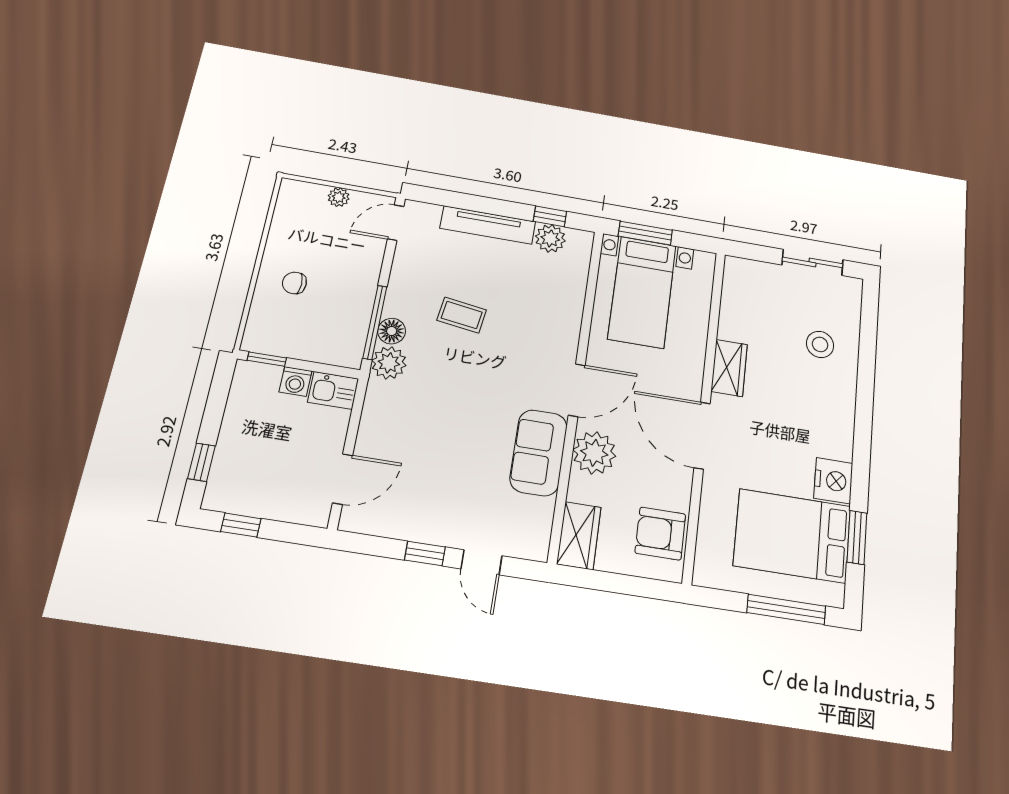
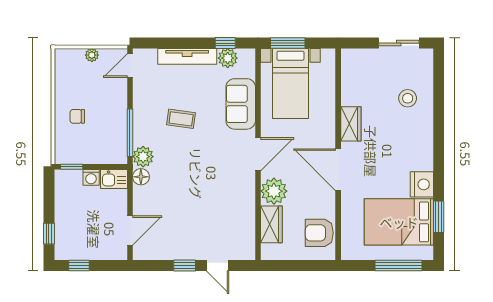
floor lamp: (392, 331) -> (141, 177), moved
sofa: (539, 453) -> (241, 104), moved
wardrobe: (579, 536) -> (271, 224), moved

